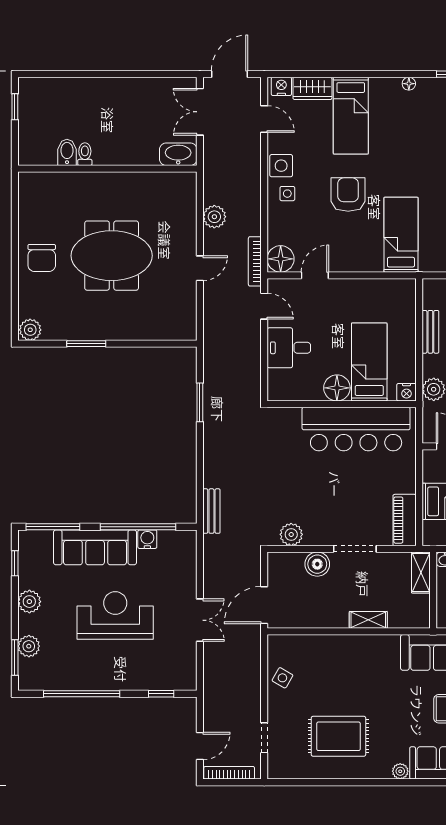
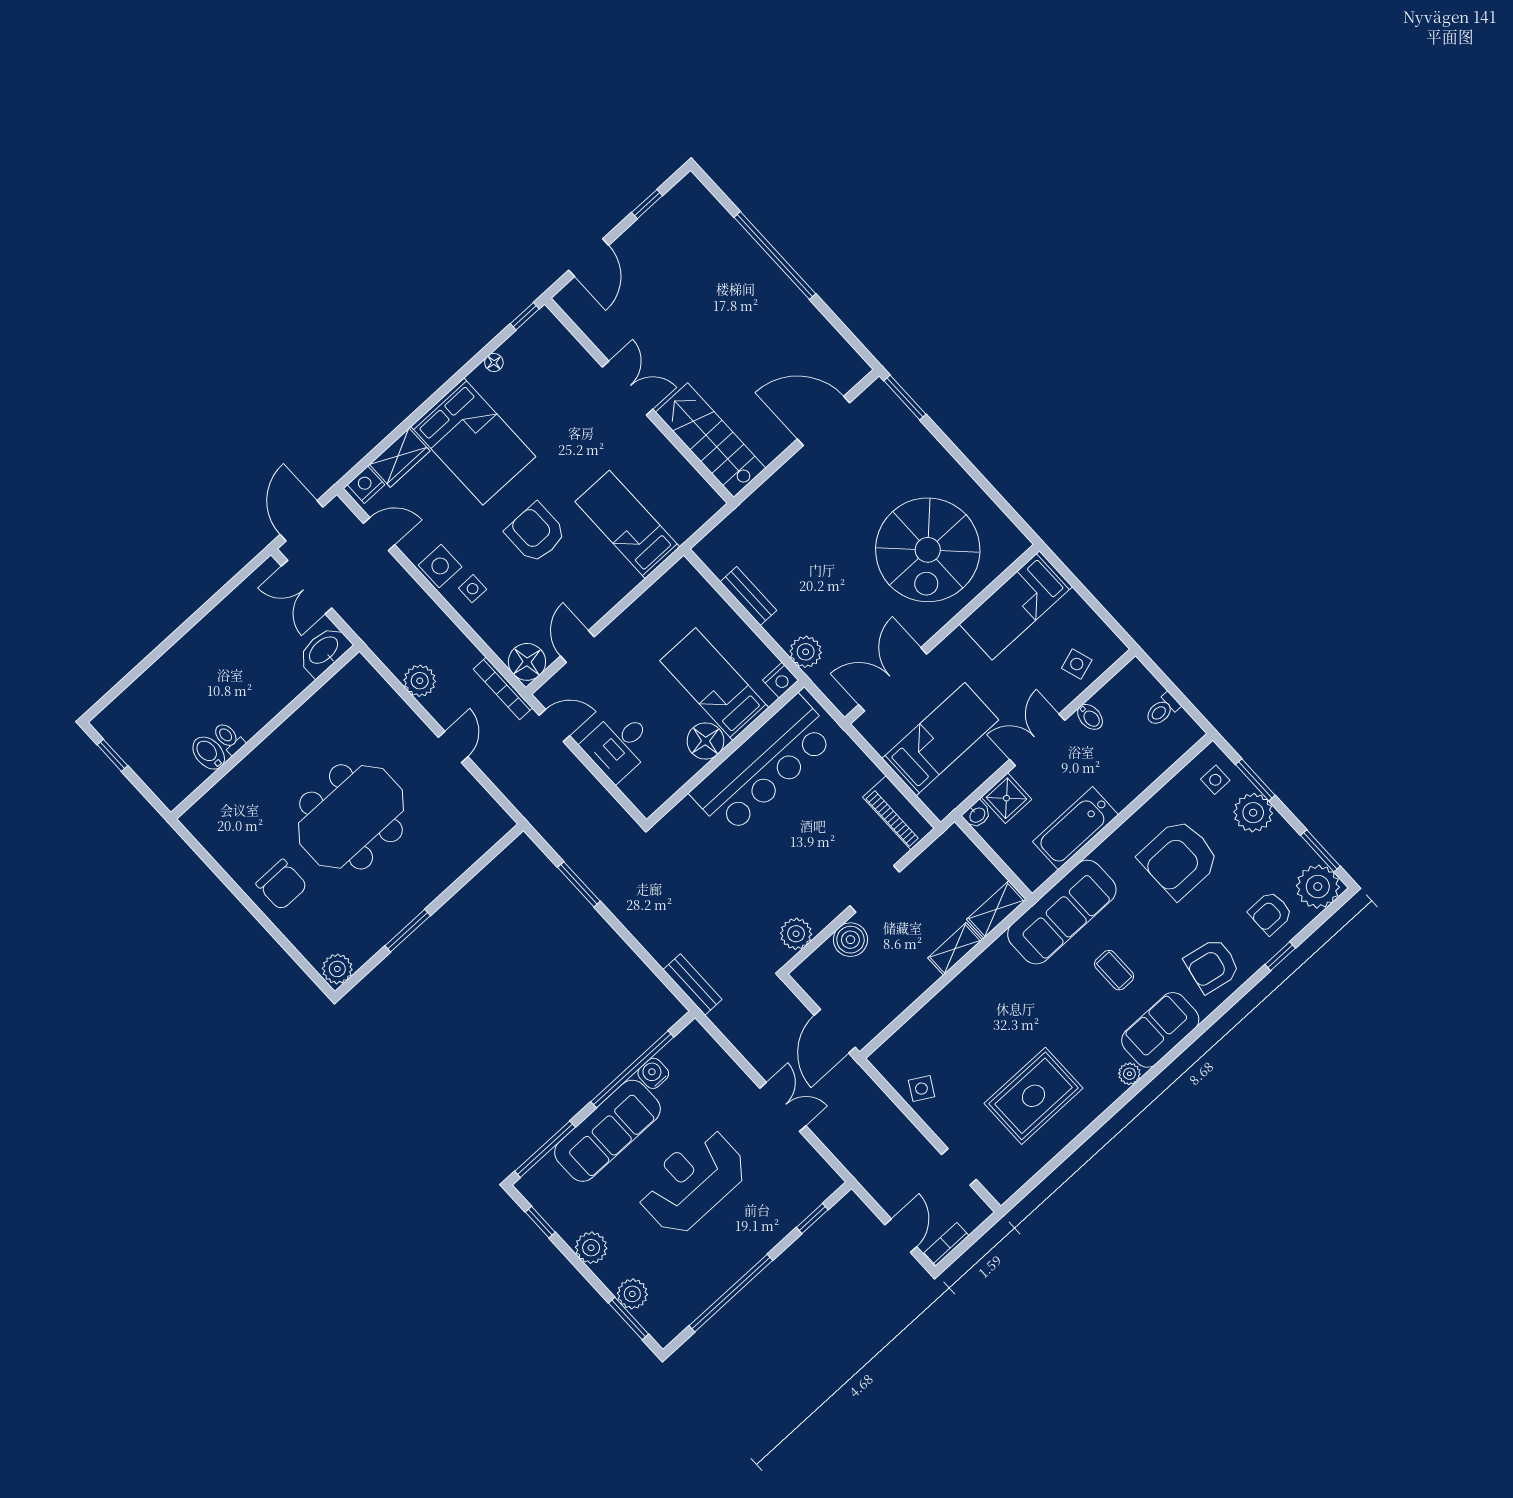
bed: (351, 116) -> (473, 441), width x1.50
shelving: (421, 572) -> (996, 910), moved, turned 90
bookcase: (229, 773) -> (947, 1244), width x0.64

